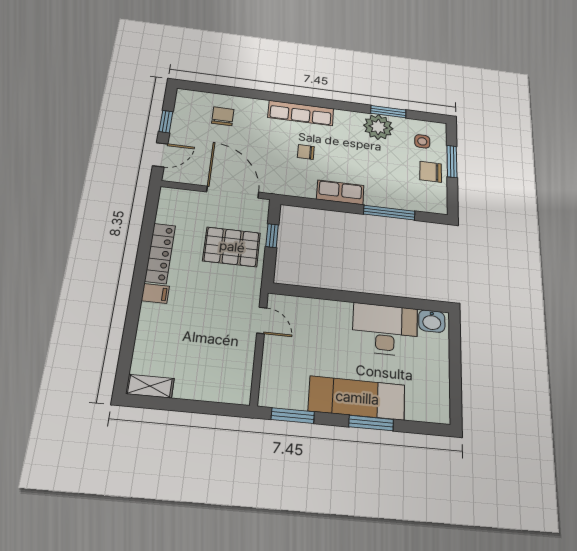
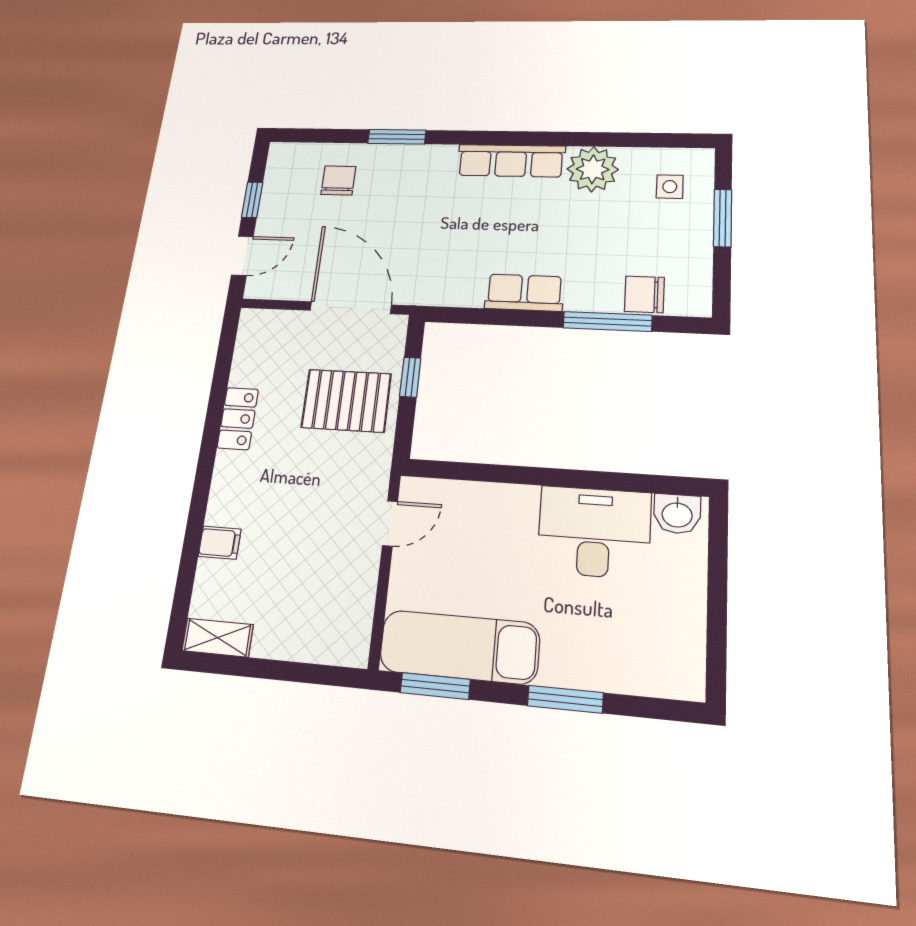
window: (388, 112) -> (397, 137), moved
row of seats: (301, 113) -> (511, 161), moved
chair: (306, 152) -> (469, 227), removed
chair: (431, 172) -> (644, 294), moved
locker: (160, 253) -> (238, 418), width x0.66
filing cabinet: (155, 294) -> (220, 543), moved
door: (262, 320) -> (390, 523), hinge flipped
exam couch: (357, 398) -> (459, 647), moved

